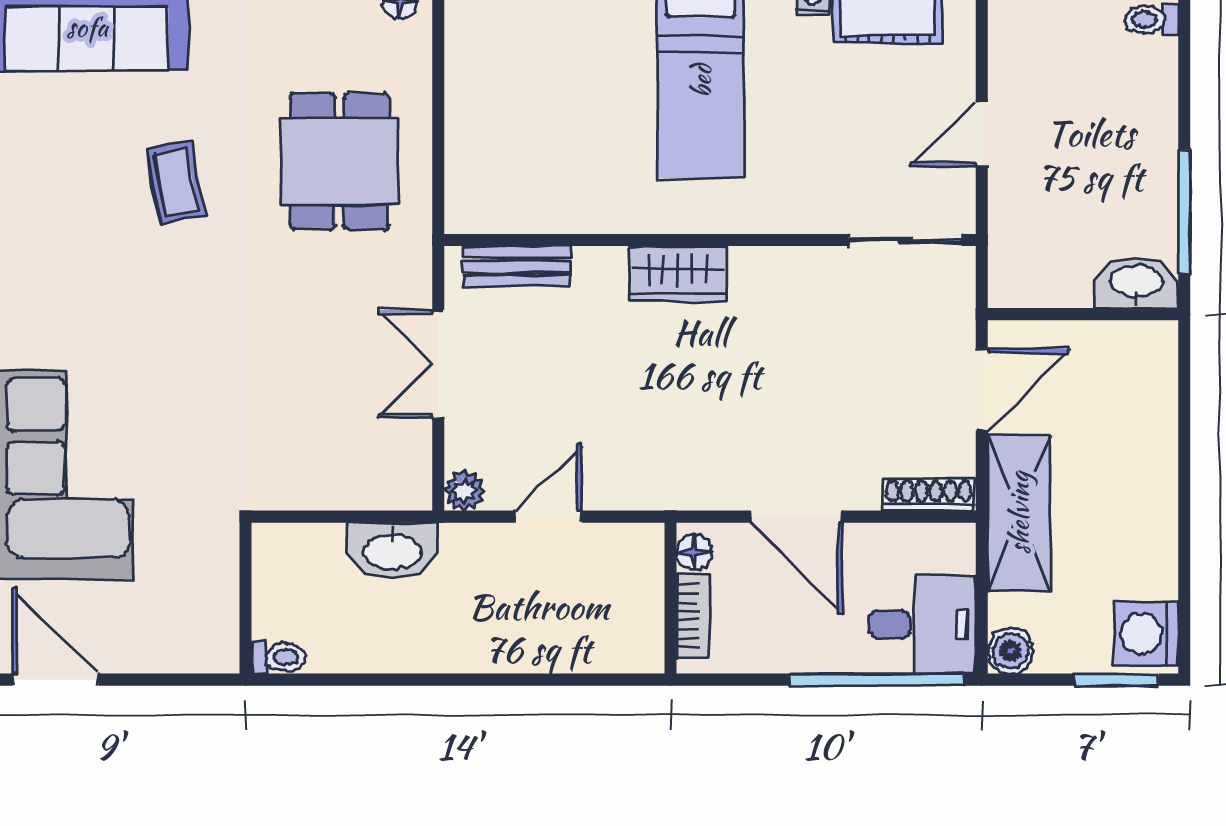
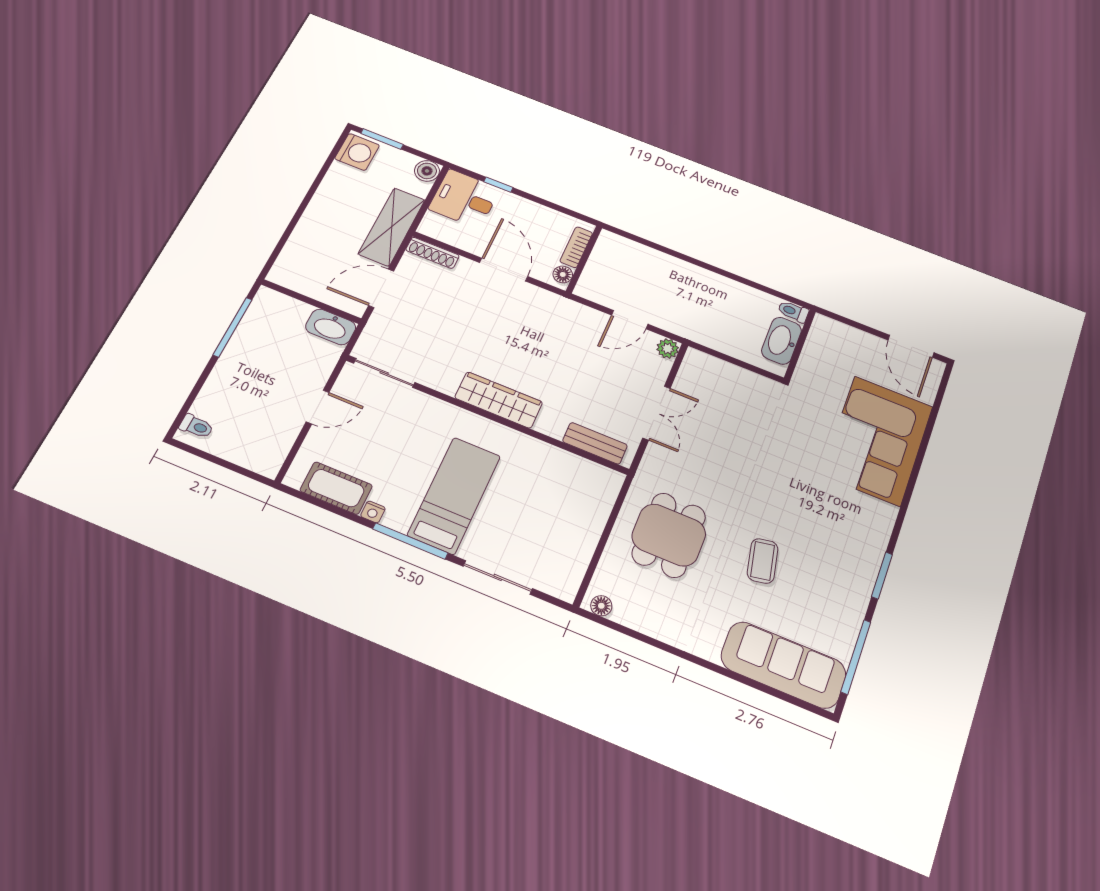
wardrobe: (678, 274) -> (499, 400), width x1.50
washbasin: (1137, 283) -> (331, 327), moved
washbasin: (393, 550) -> (781, 341), moved, turned -90
window: (877, 680) -> (498, 185), width x0.32

